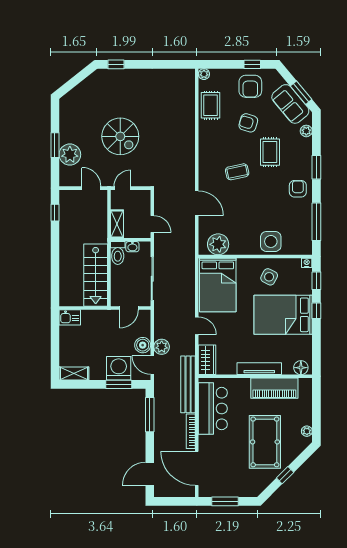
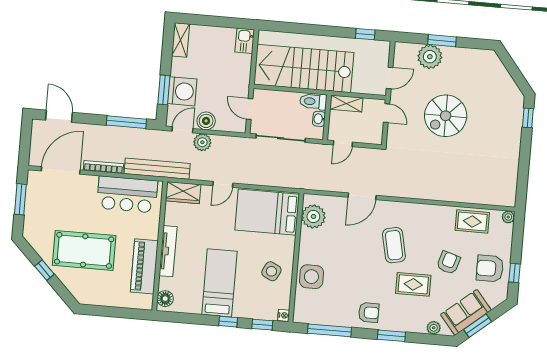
coffee table: (237, 172) -> (394, 245), width x1.36, depth x1.30
stairs: (96, 275) -> (304, 68), width x1.36, depth x1.51
bed: (283, 315) -> (219, 283), width x0.67
plant: (307, 431) -> (92, 299), removed

